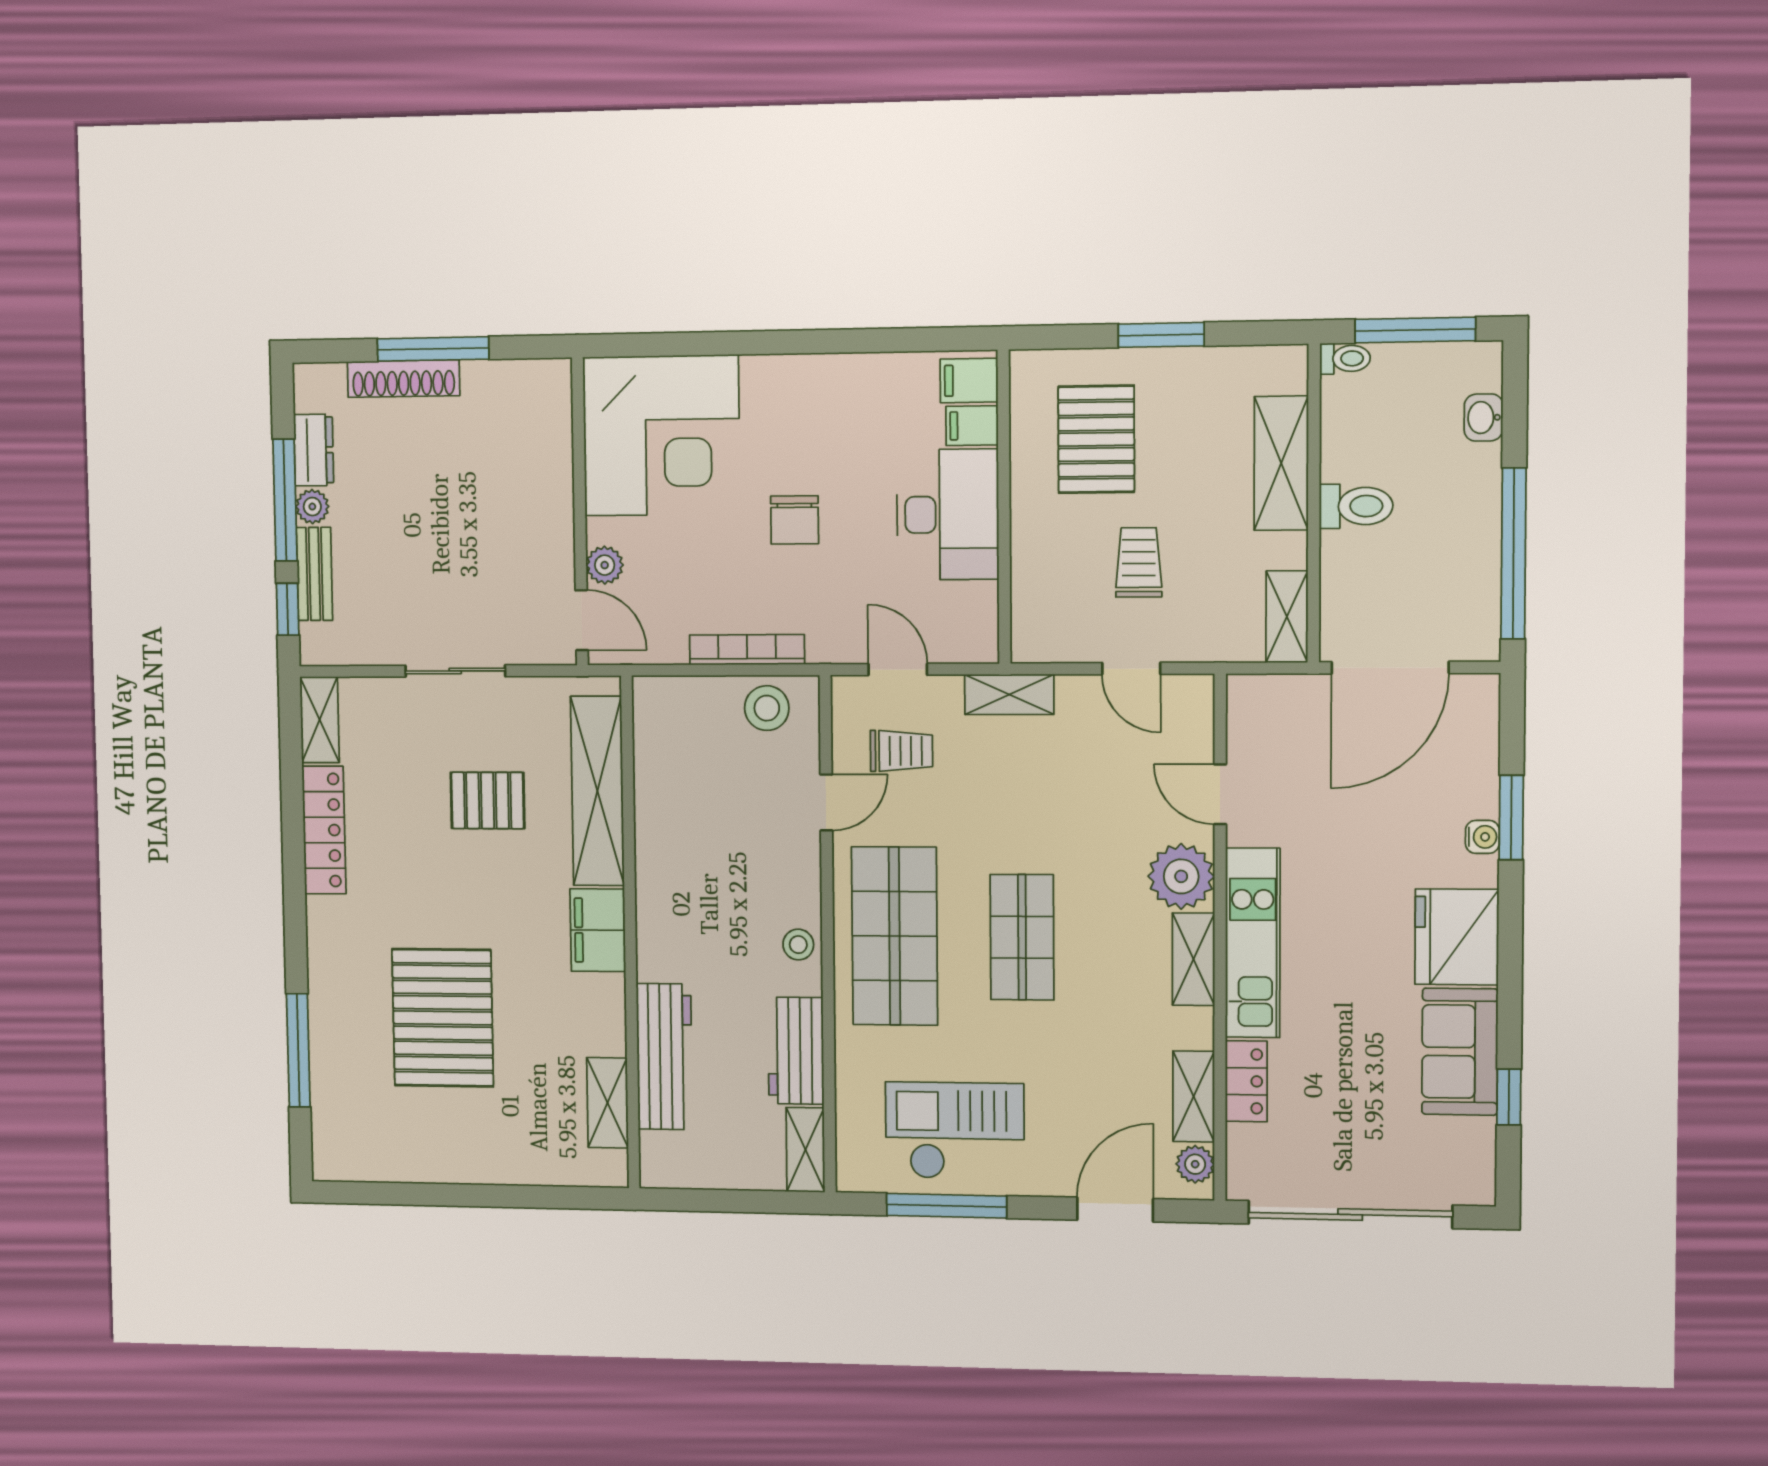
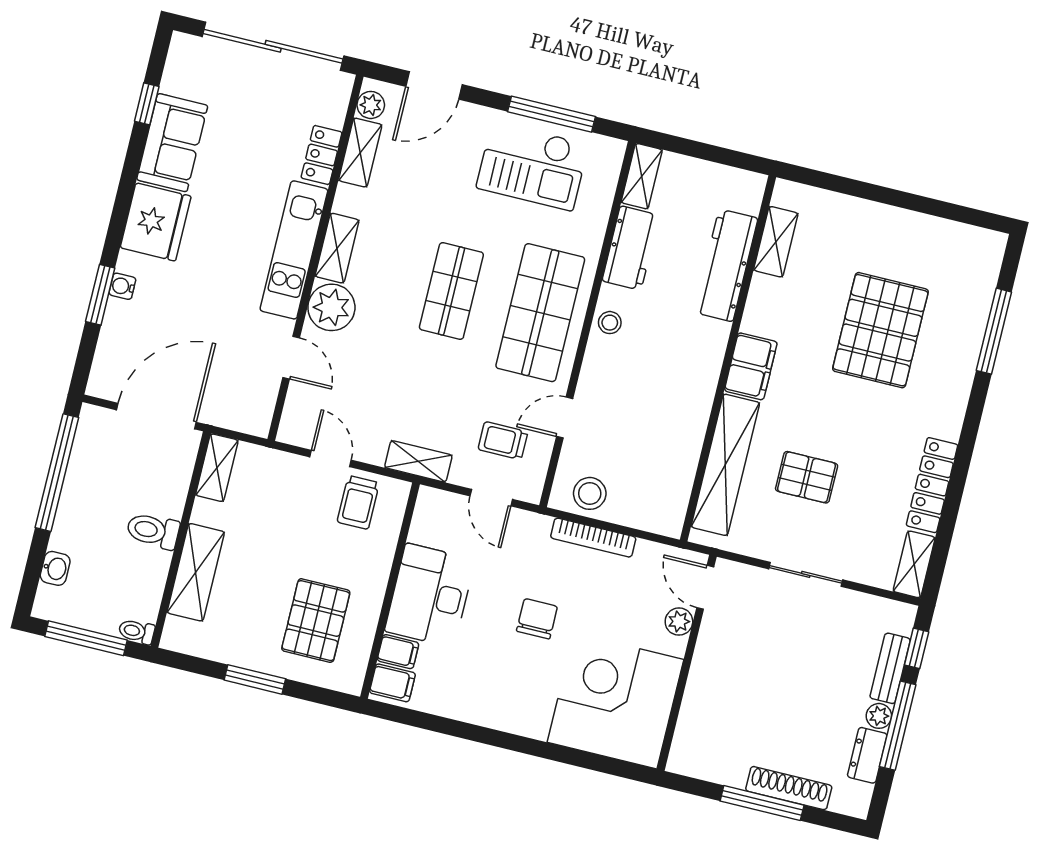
trolley: (1139, 562) -> (358, 502), moved

